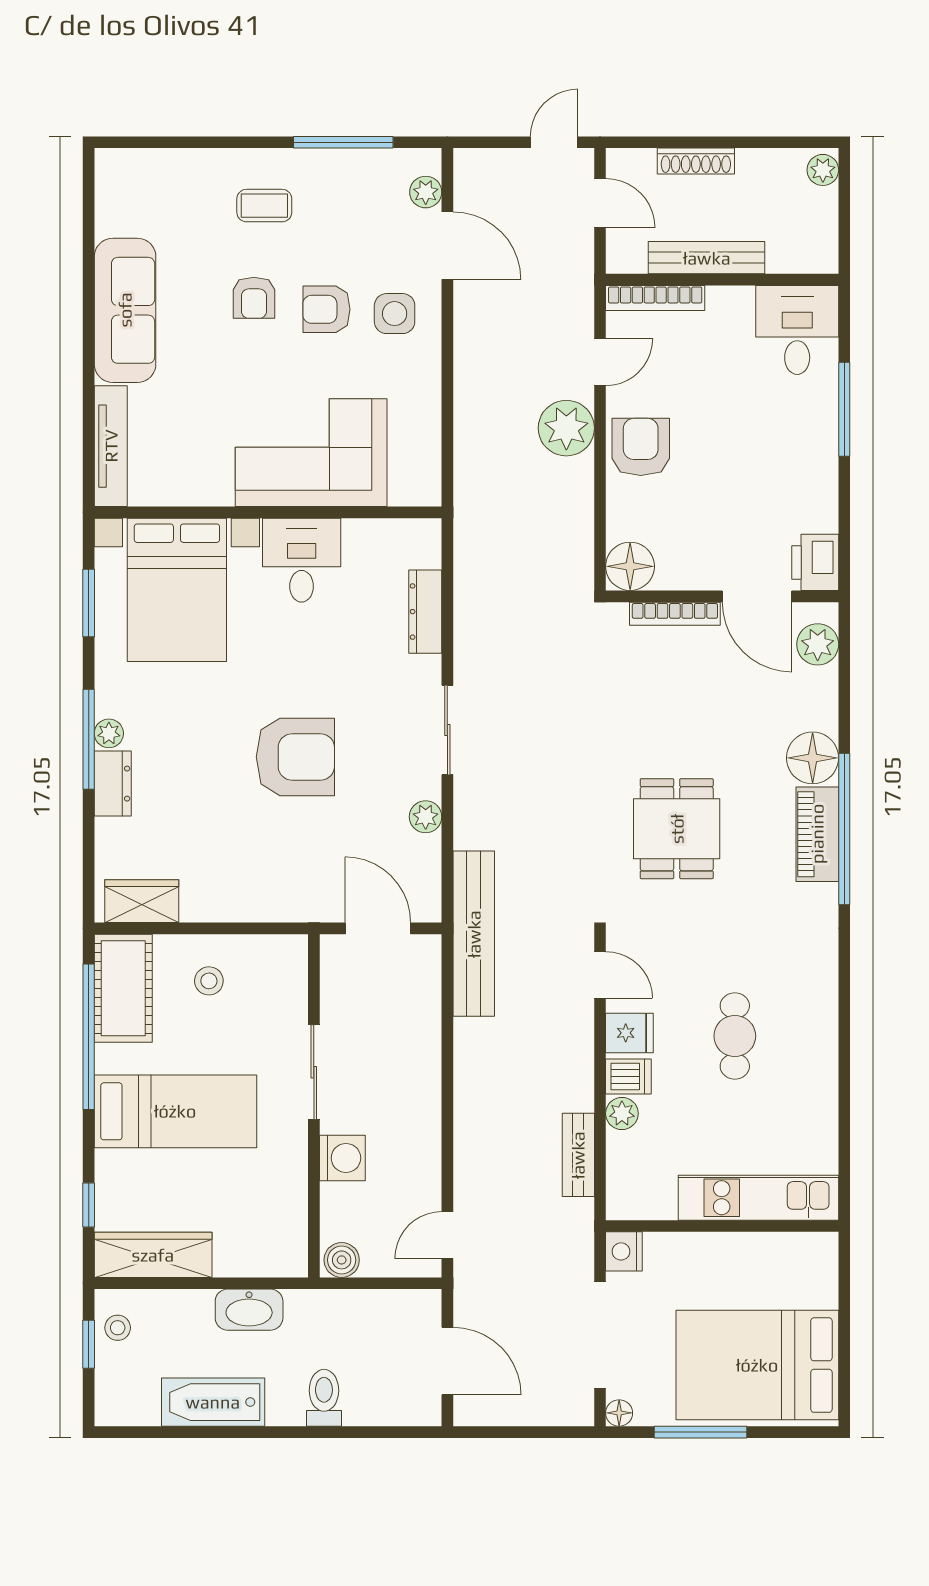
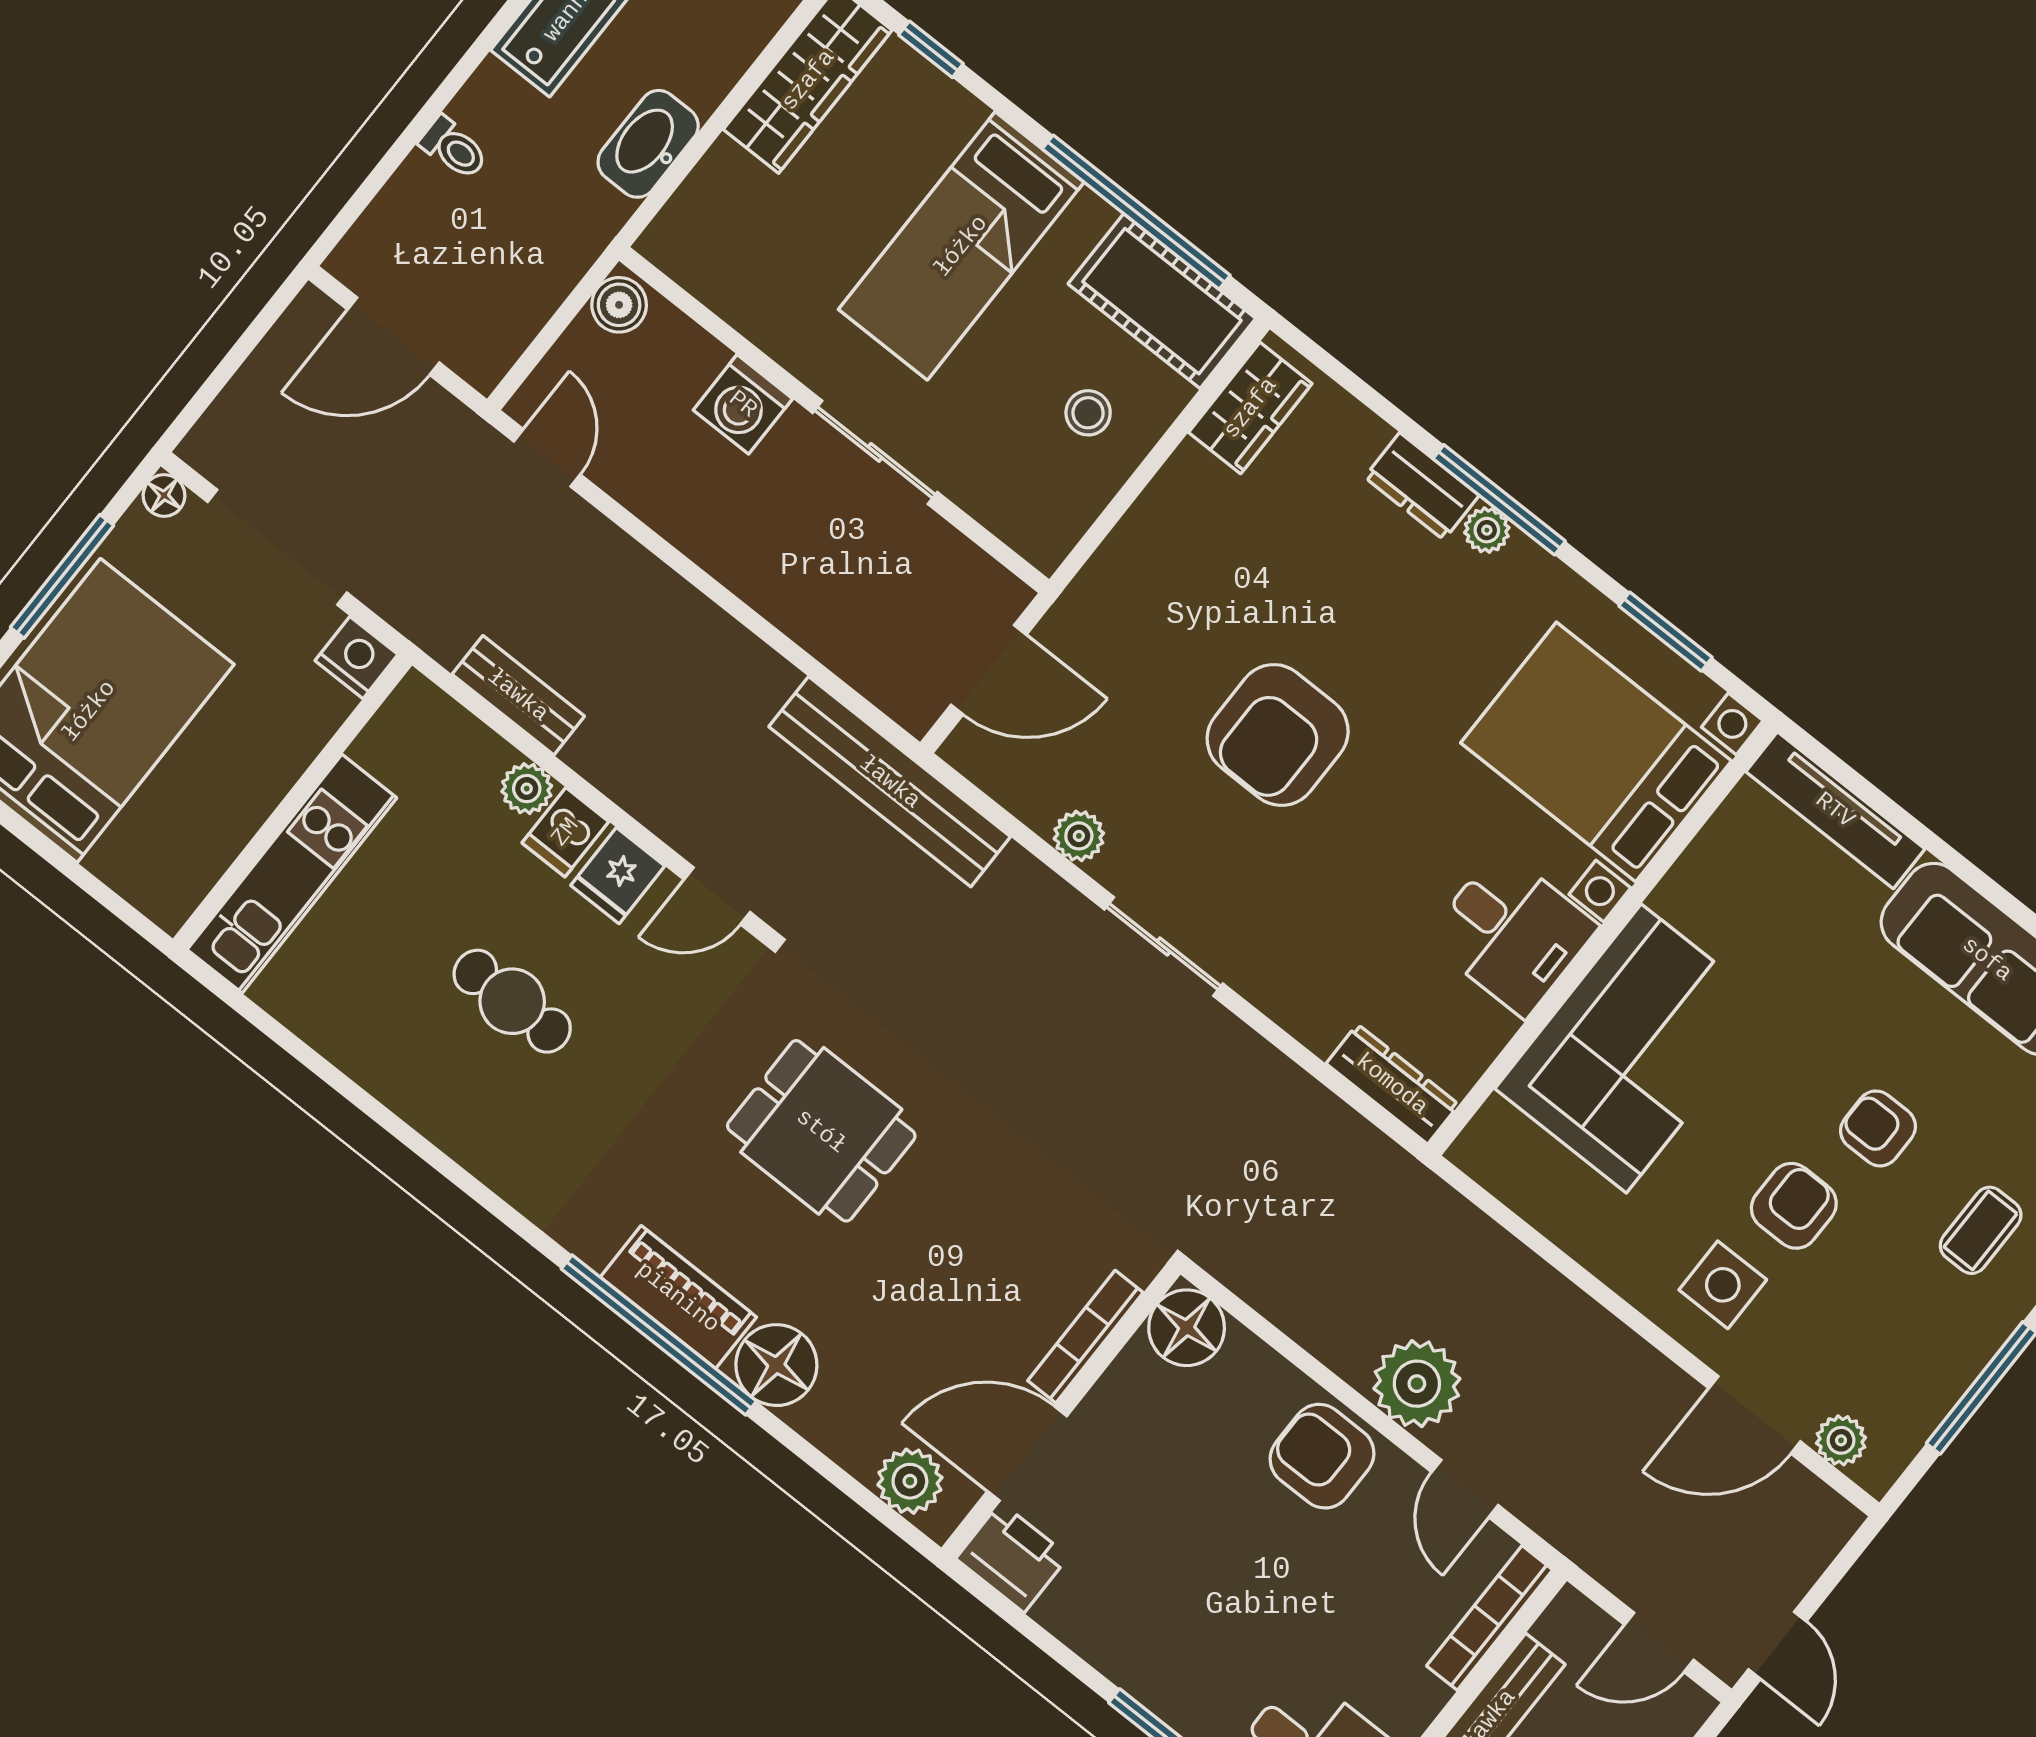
armchair: (641, 447) -> (1322, 1456), turned 180
dresser: (425, 612) -> (1392, 1084), moved
toilet: (324, 1398) -> (454, 148), width x0.73, depth x0.72

